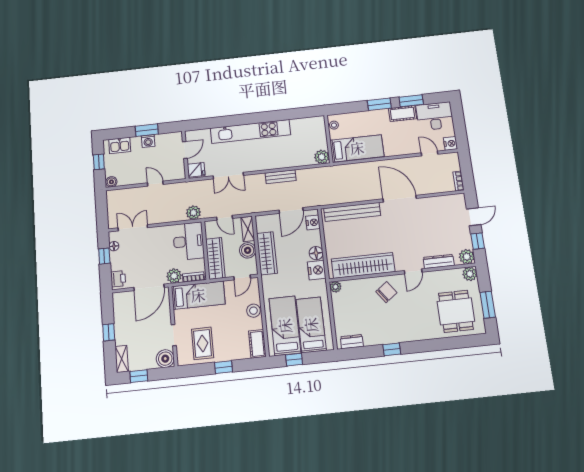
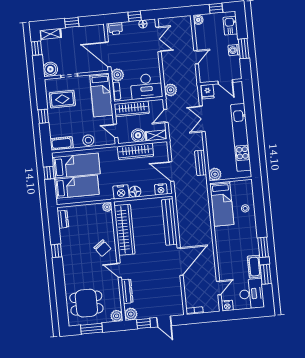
wall: (328, 139) -> (231, 180), moved
bed: (357, 148) -> (222, 204), moved
plant: (322, 157) -> (215, 174), moved

